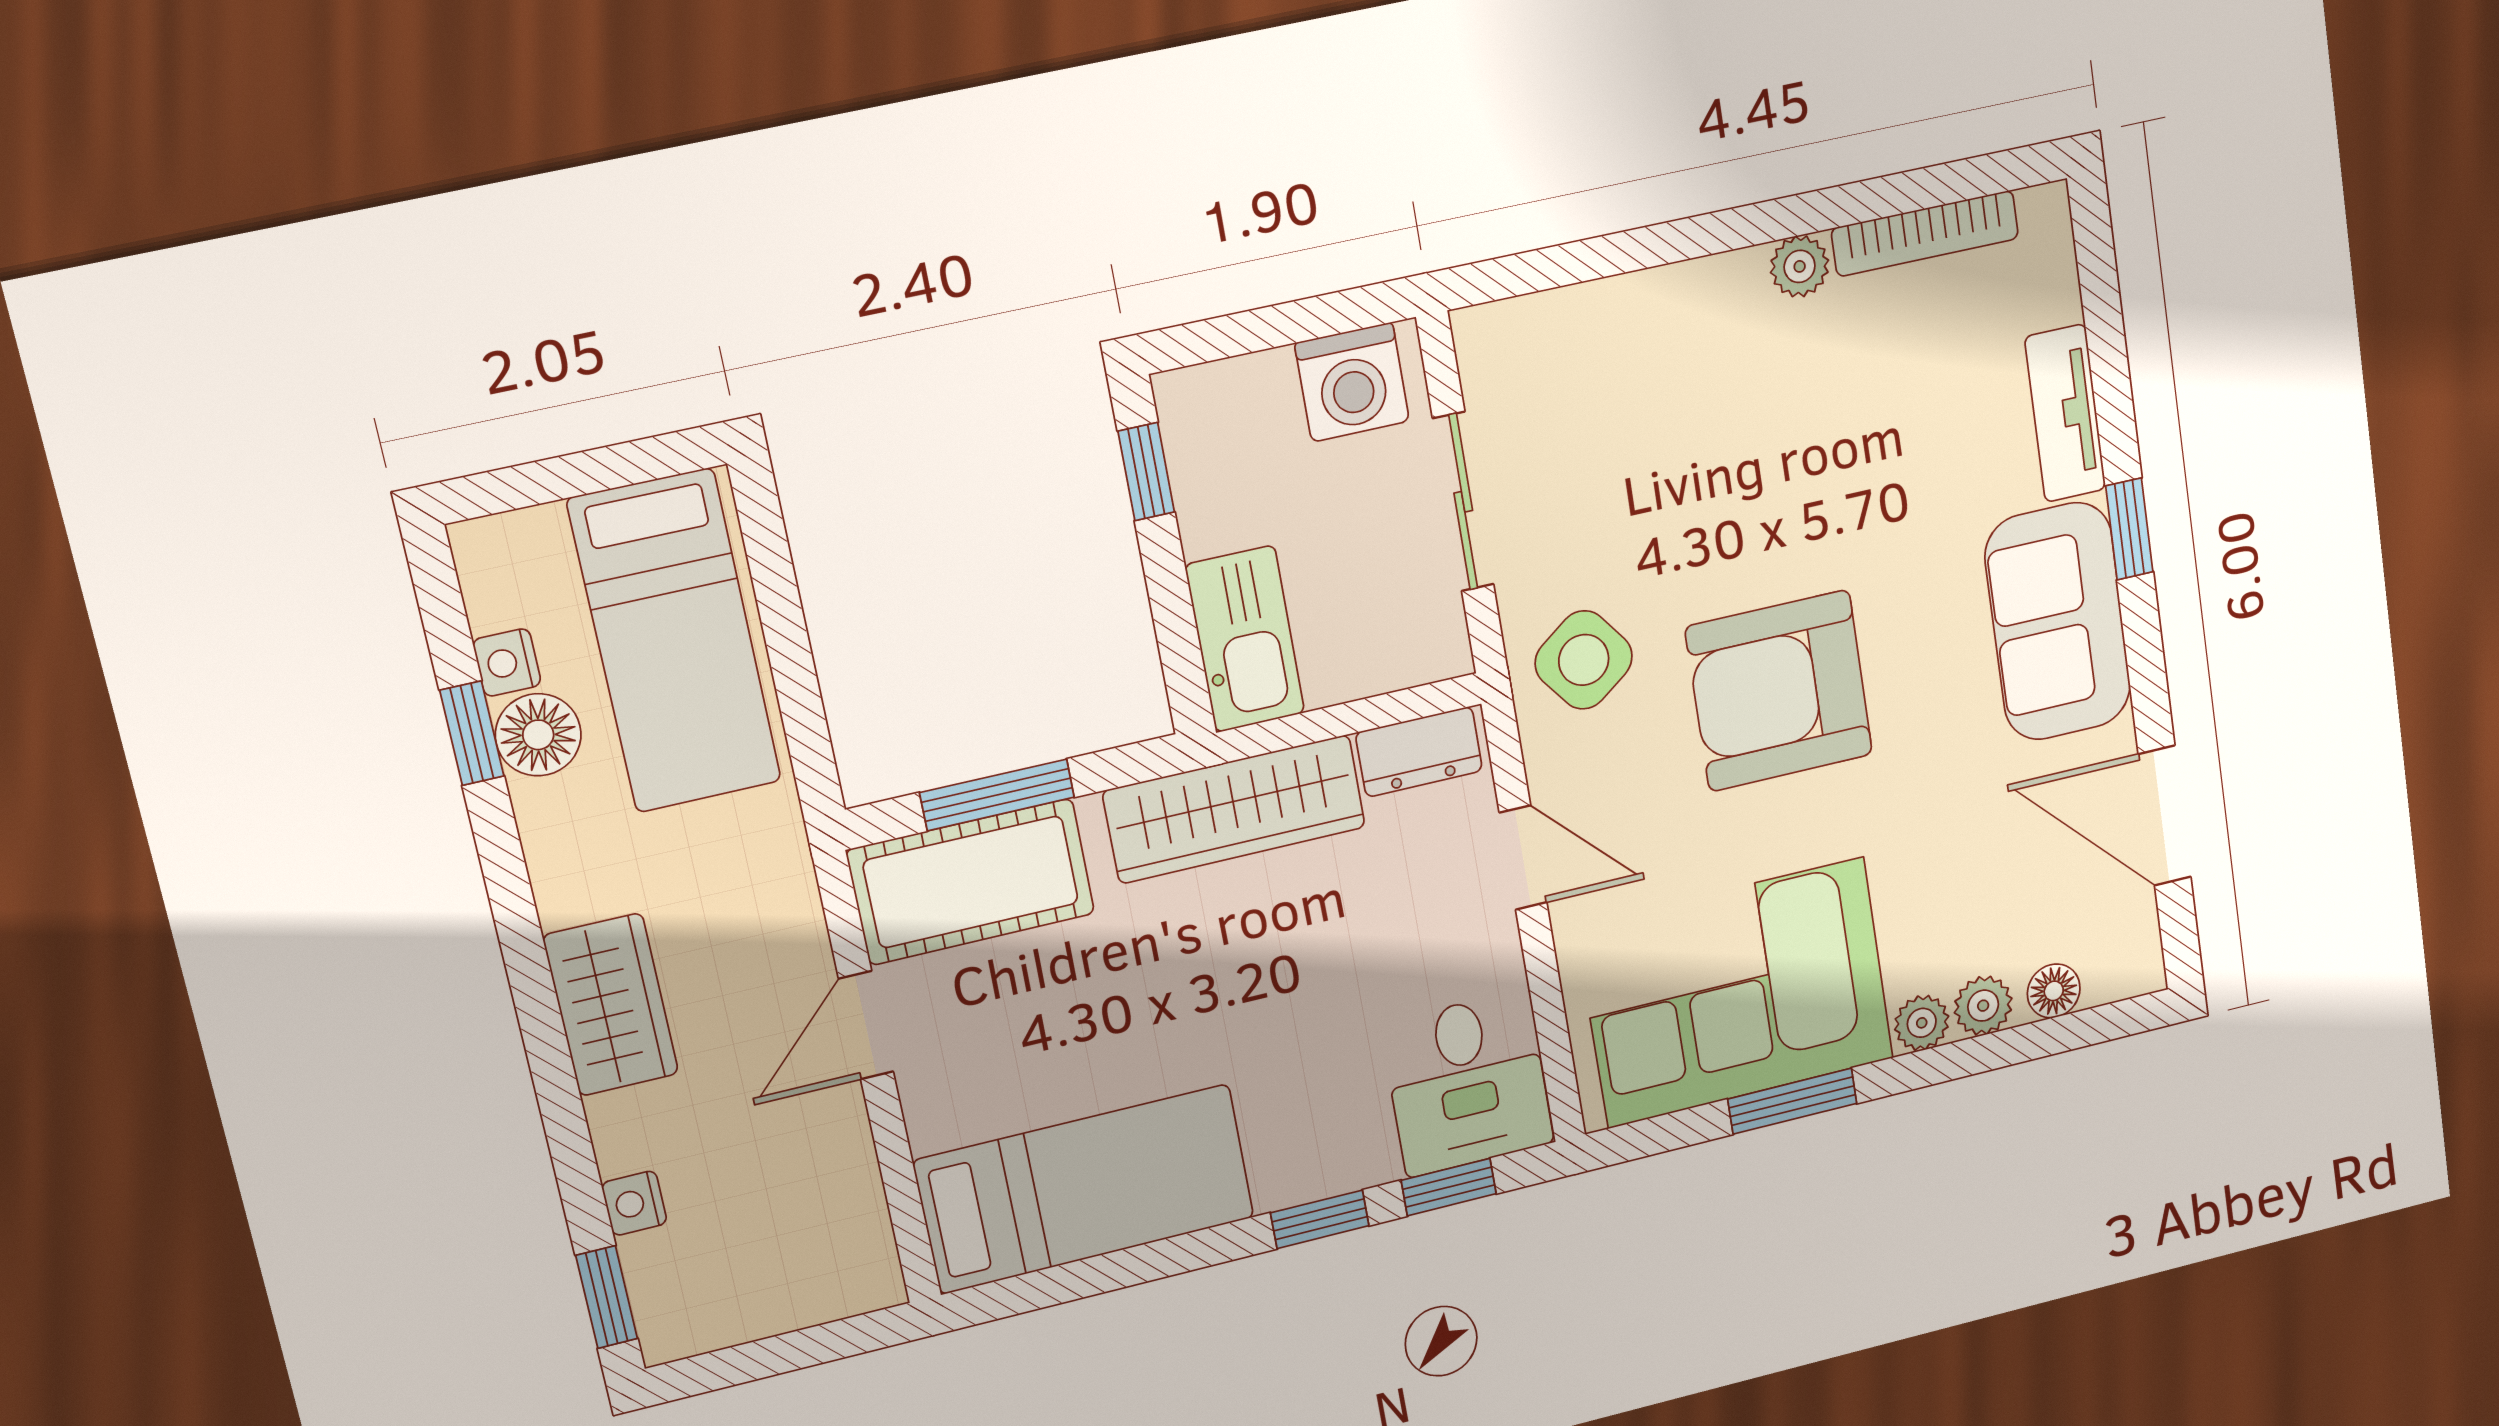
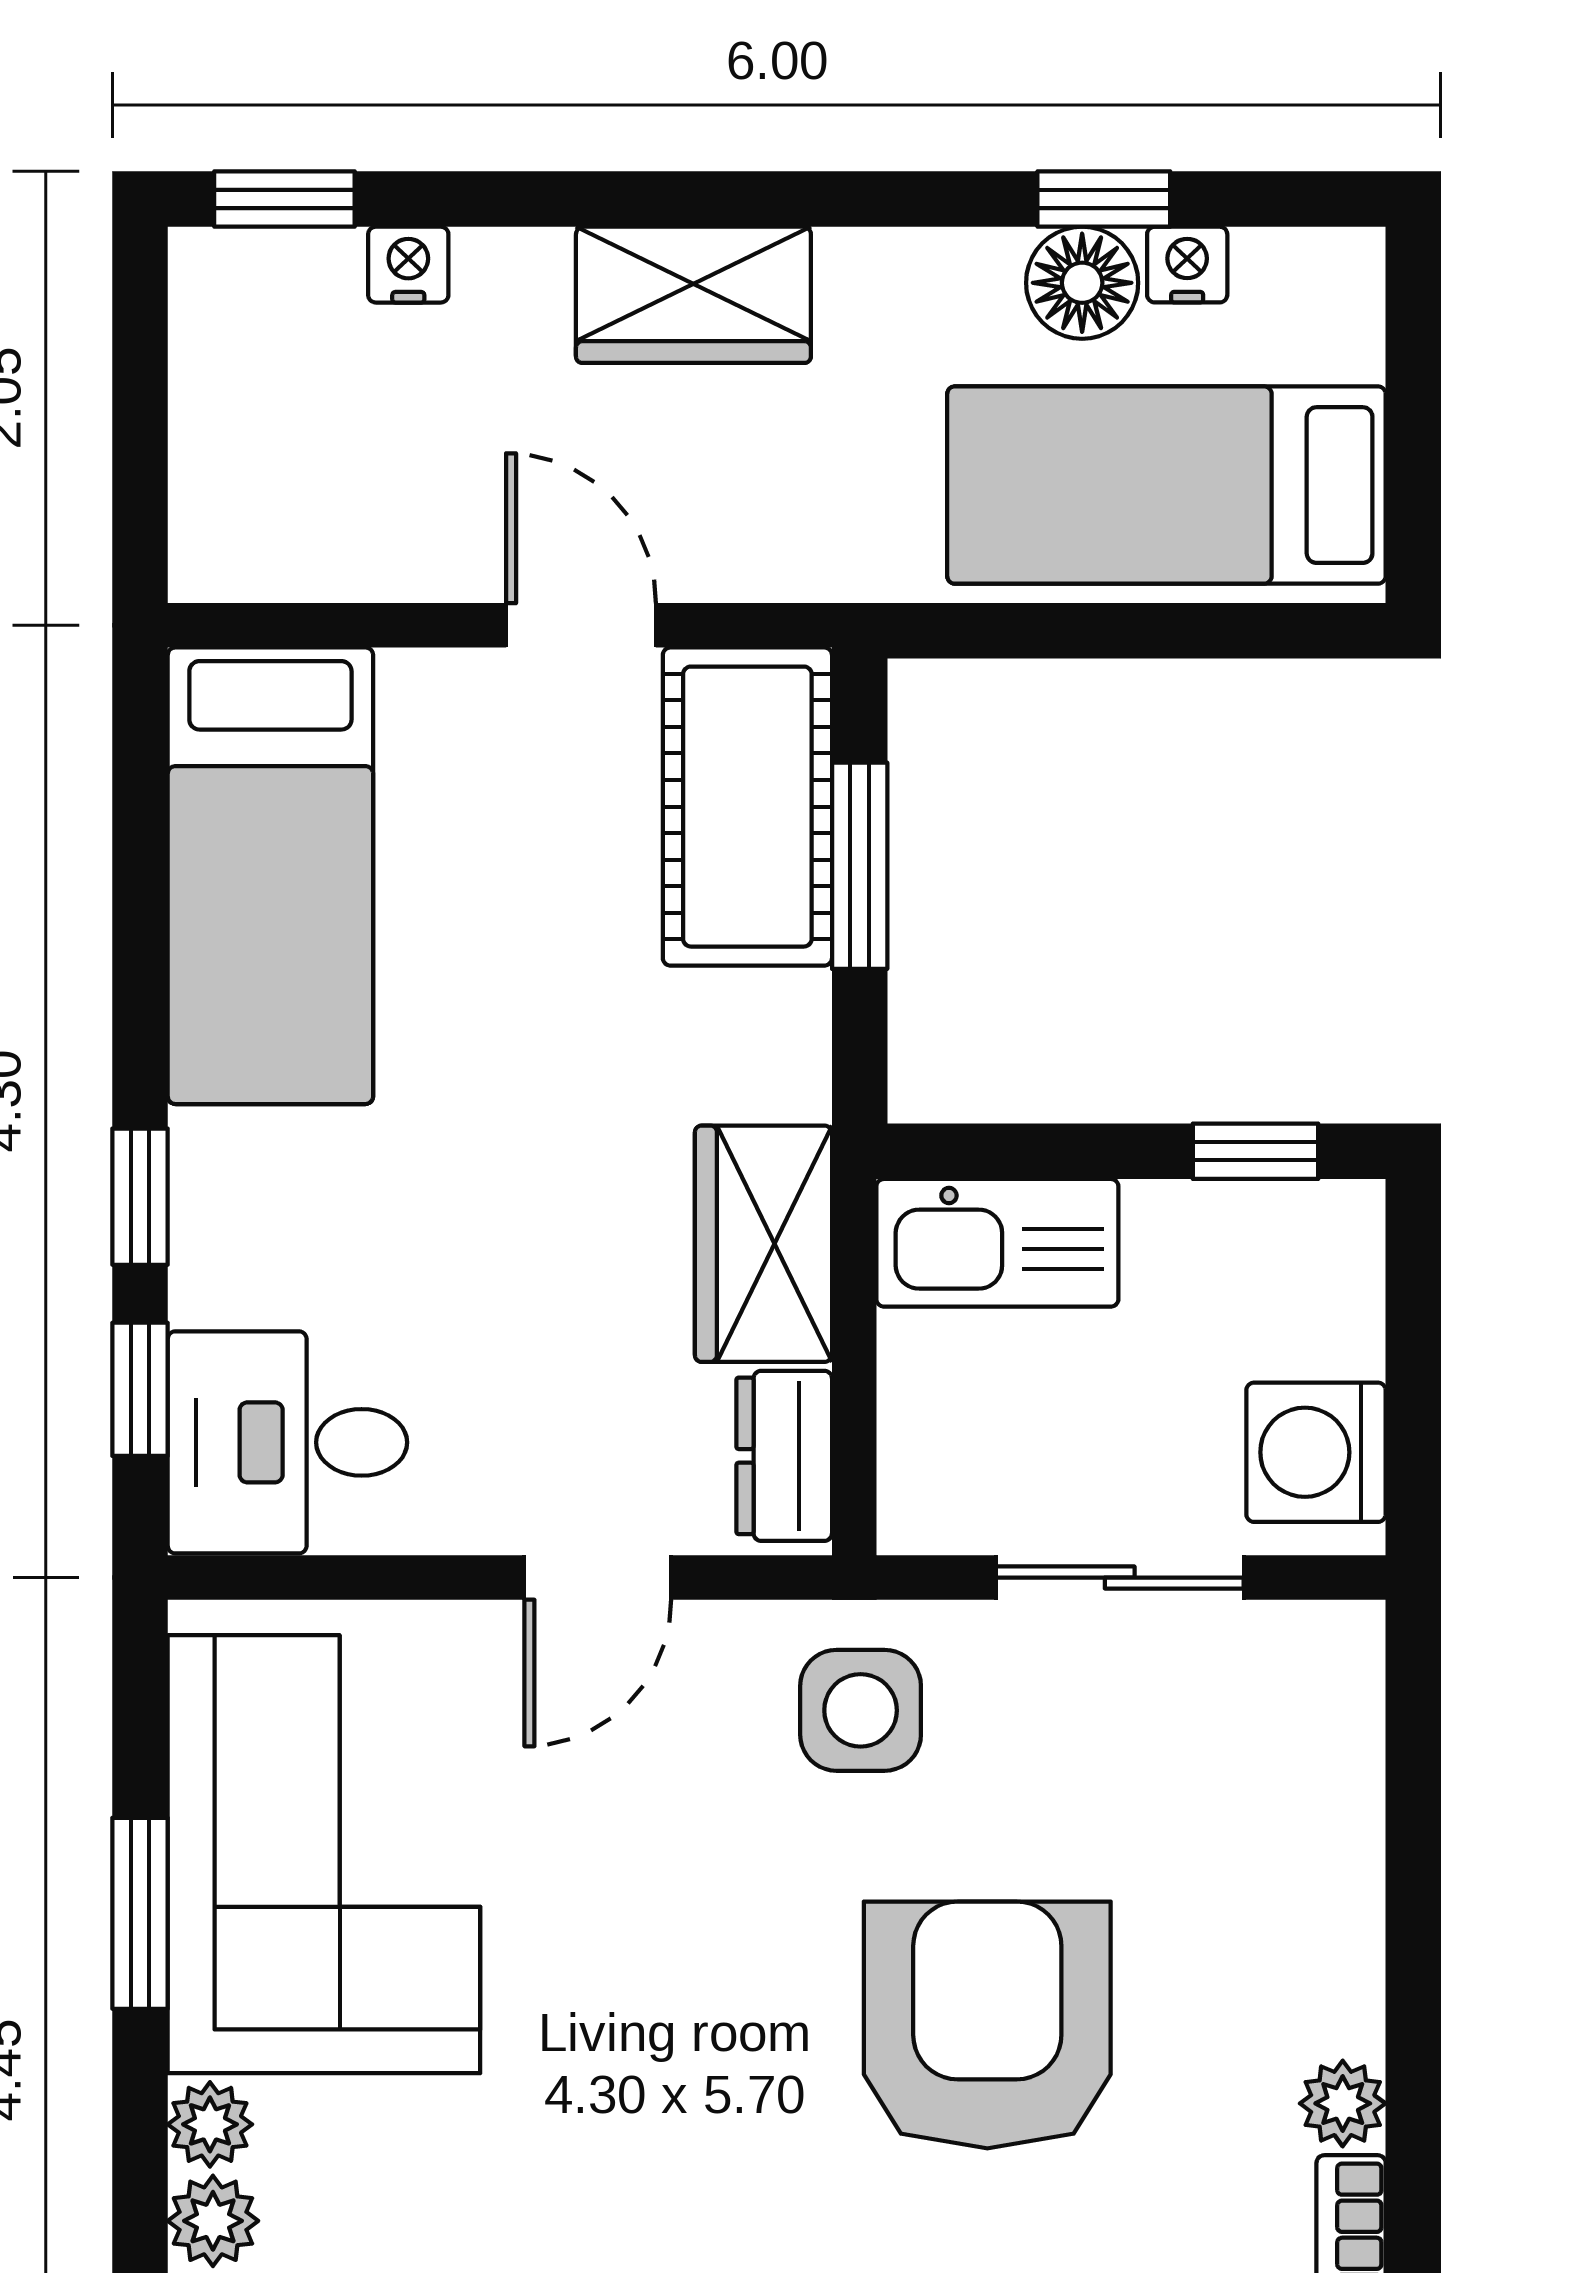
side table: (1584, 660) -> (861, 1710), turned 37
armchair: (1779, 691) -> (987, 2025), moved
wardrobe: (1234, 809) -> (763, 1244), width x0.67

